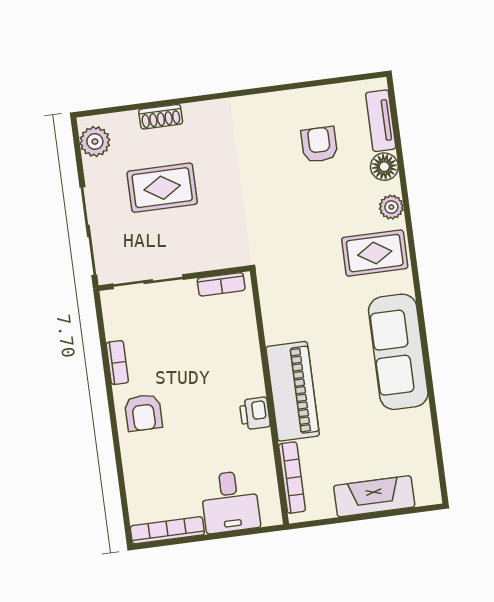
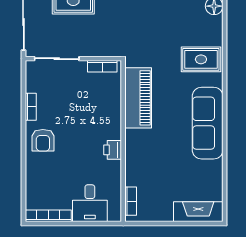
plant: (391, 207) -> (215, 32), removed
piano: (293, 391) -> (138, 98), moved
bookcase: (292, 478) -> (131, 201), width x0.64
fireplace: (374, 496) -> (198, 212), moved

